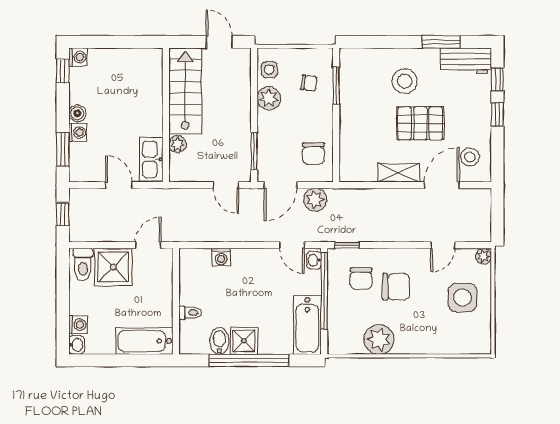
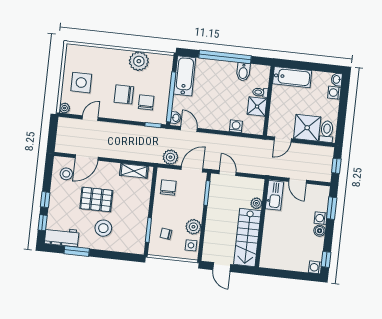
shelving: (399, 173) -> (134, 171), moved
shower: (244, 341) -> (257, 107), moved

